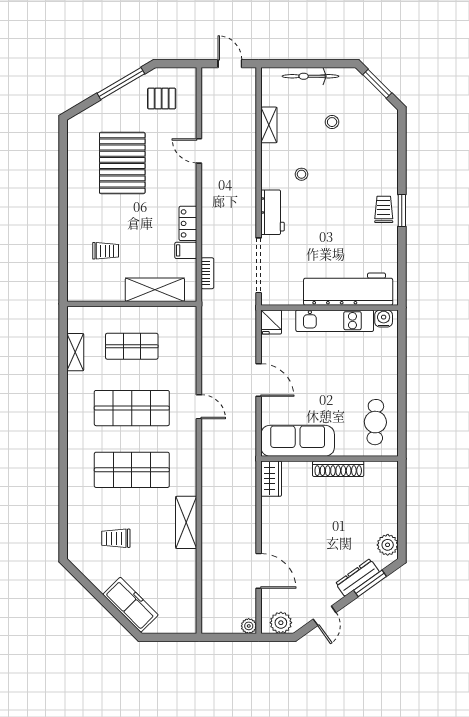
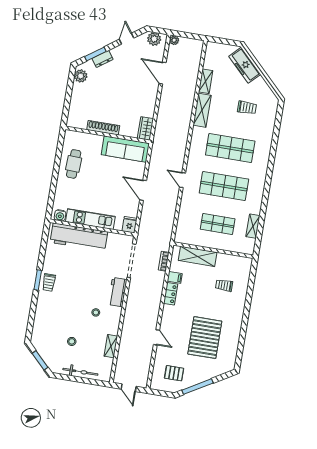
cafe table: (375, 422) -> (74, 164), moved
shelving: (188, 569) -> (206, 81), added
dresser: (357, 578) -> (102, 59), width x0.70

